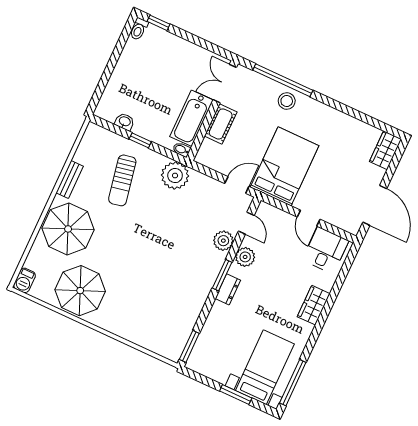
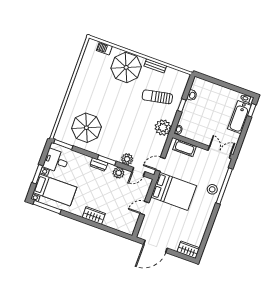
bathtub: (192, 118) -> (239, 117), moved, turned -90
cot: (221, 124) -> (185, 148), moved
door: (237, 185) -> (160, 164), swing flipped
desk: (326, 250) -> (56, 161), moved, turned 180
barbecue: (25, 280) -> (104, 48), moved
parasol: (80, 291) -> (86, 128), moved

